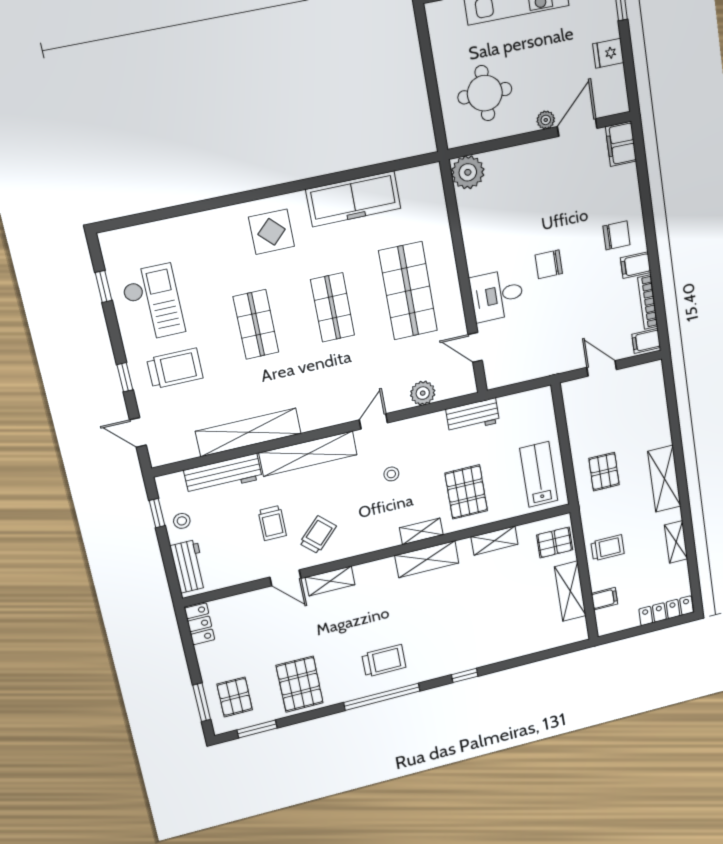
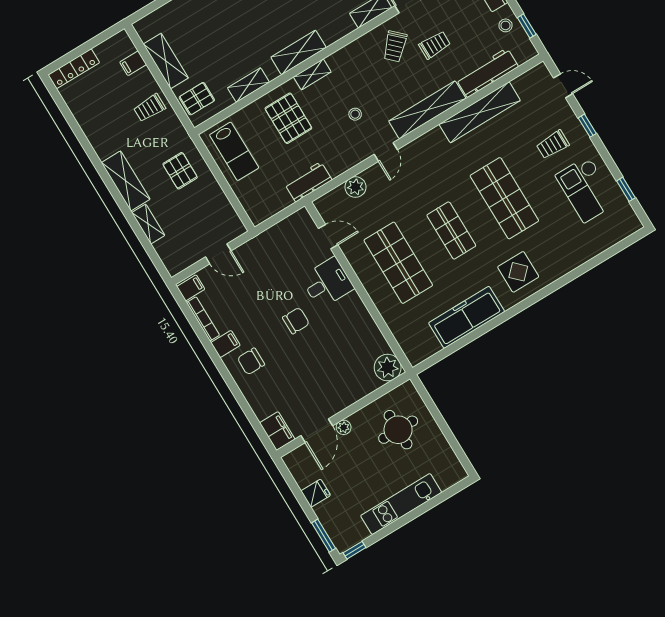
shop shelf: (256, 324) -> (504, 198), width x1.43, depth x1.36
trolley: (175, 368) -> (553, 145), width x0.73, depth x0.72
trolley: (272, 523) -> (435, 45), turned 90
shelving: (676, 542) -> (148, 224), moved

